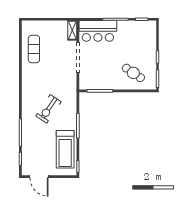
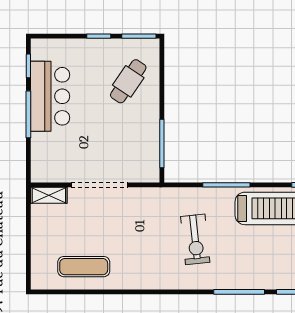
bar counter: (98, 31) -> (50, 96), moved
exercise bike: (48, 109) -> (195, 239), turned 50

